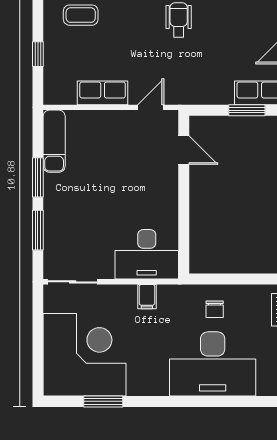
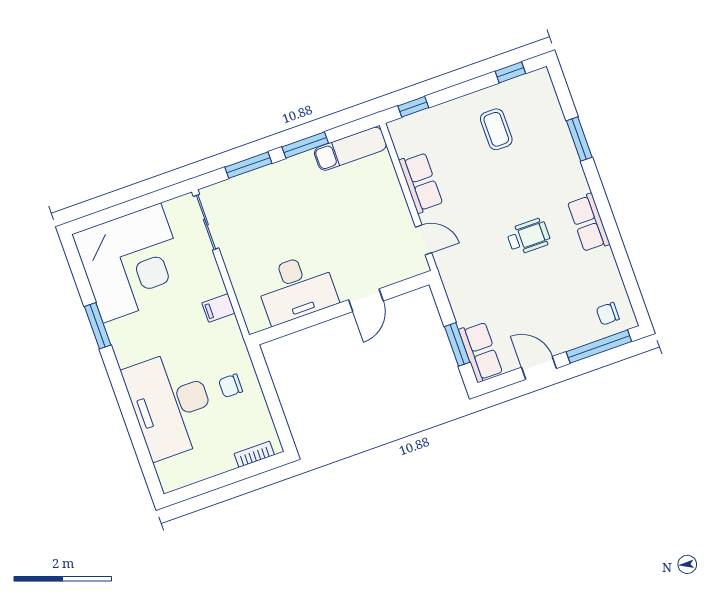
window: (38, 54) -> (413, 107), moved
door: (184, 150) -> (366, 300), moved
desk: (147, 254) -> (296, 288), moved, turned -90
window: (103, 401) -> (98, 326), moved

